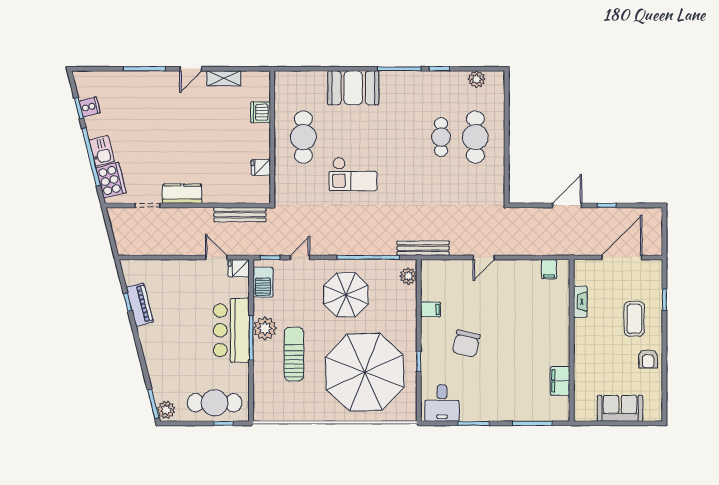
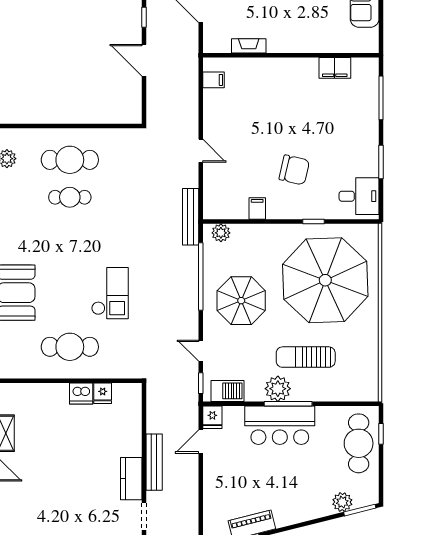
dishwasher: (260, 112) -> (81, 393), moved
bench: (240, 215) -> (154, 462), moved
plant: (166, 410) -> (342, 502), moved

